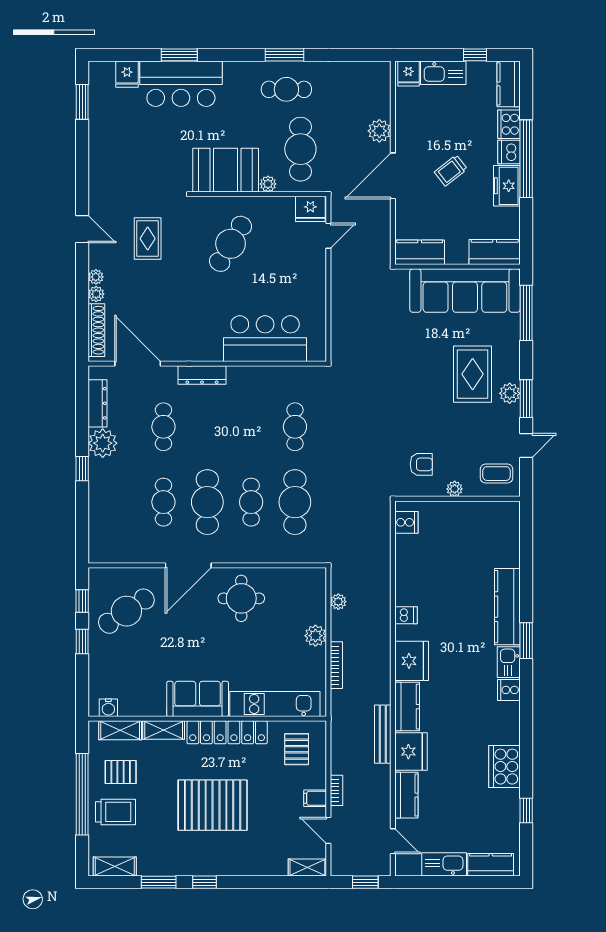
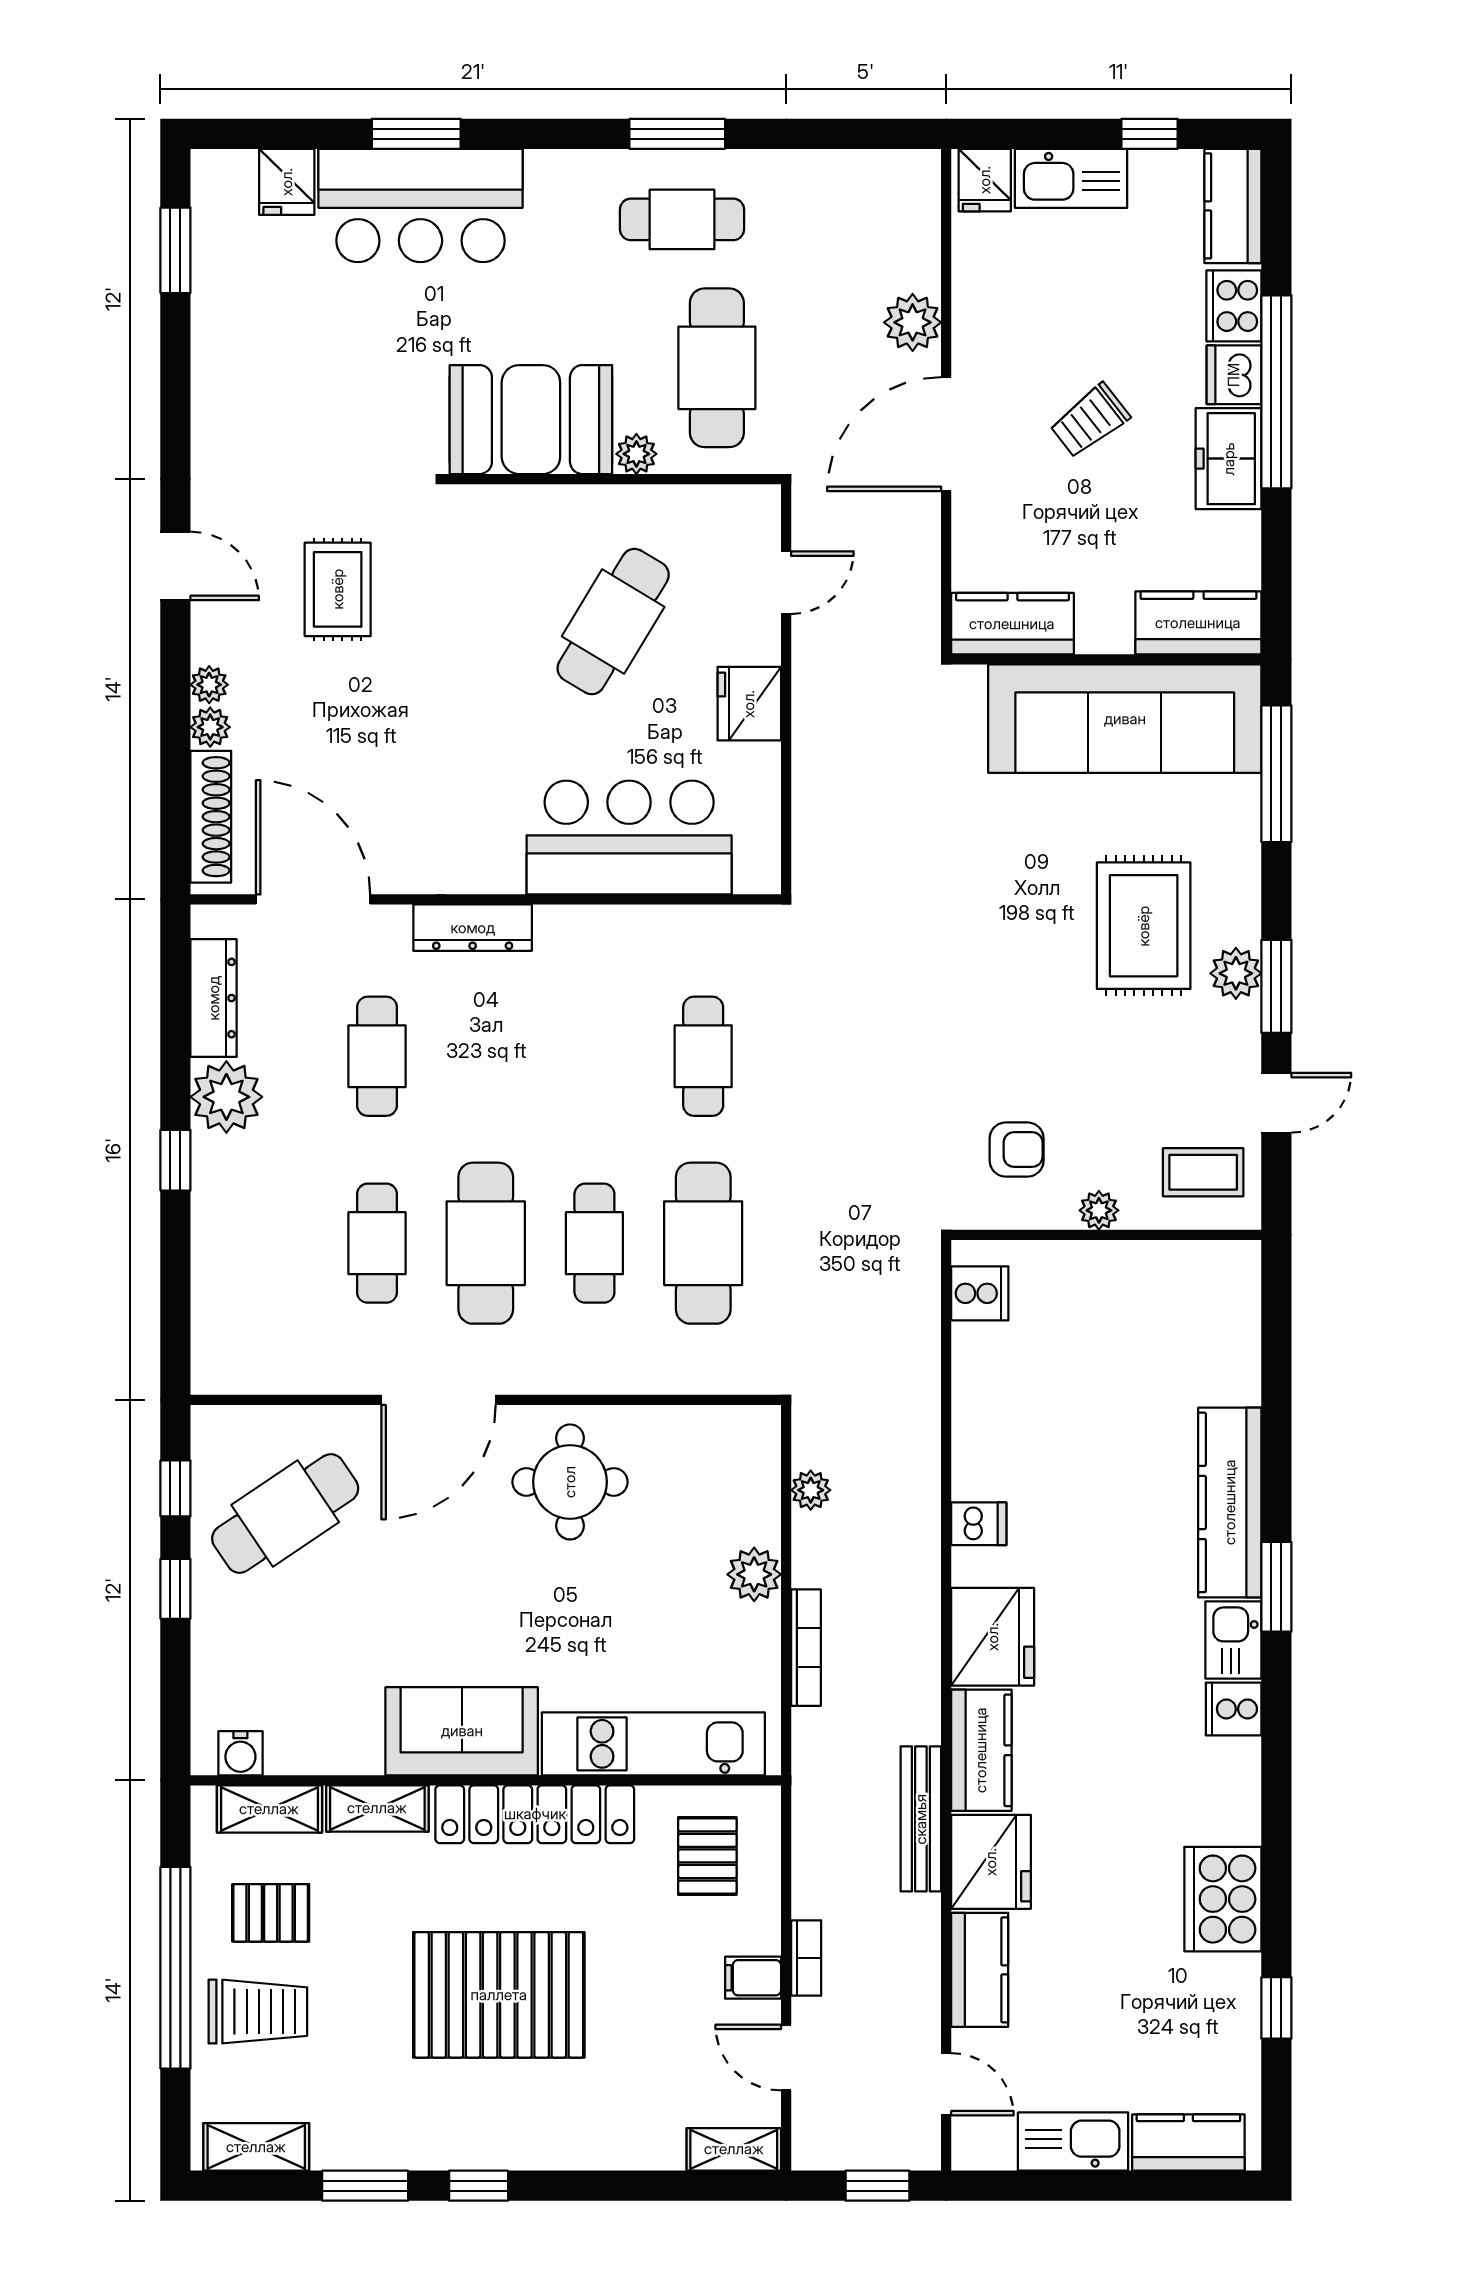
fridge: (310, 209) -> (749, 704), moved, turned 90
cafe table: (231, 244) -> (613, 622), moved

